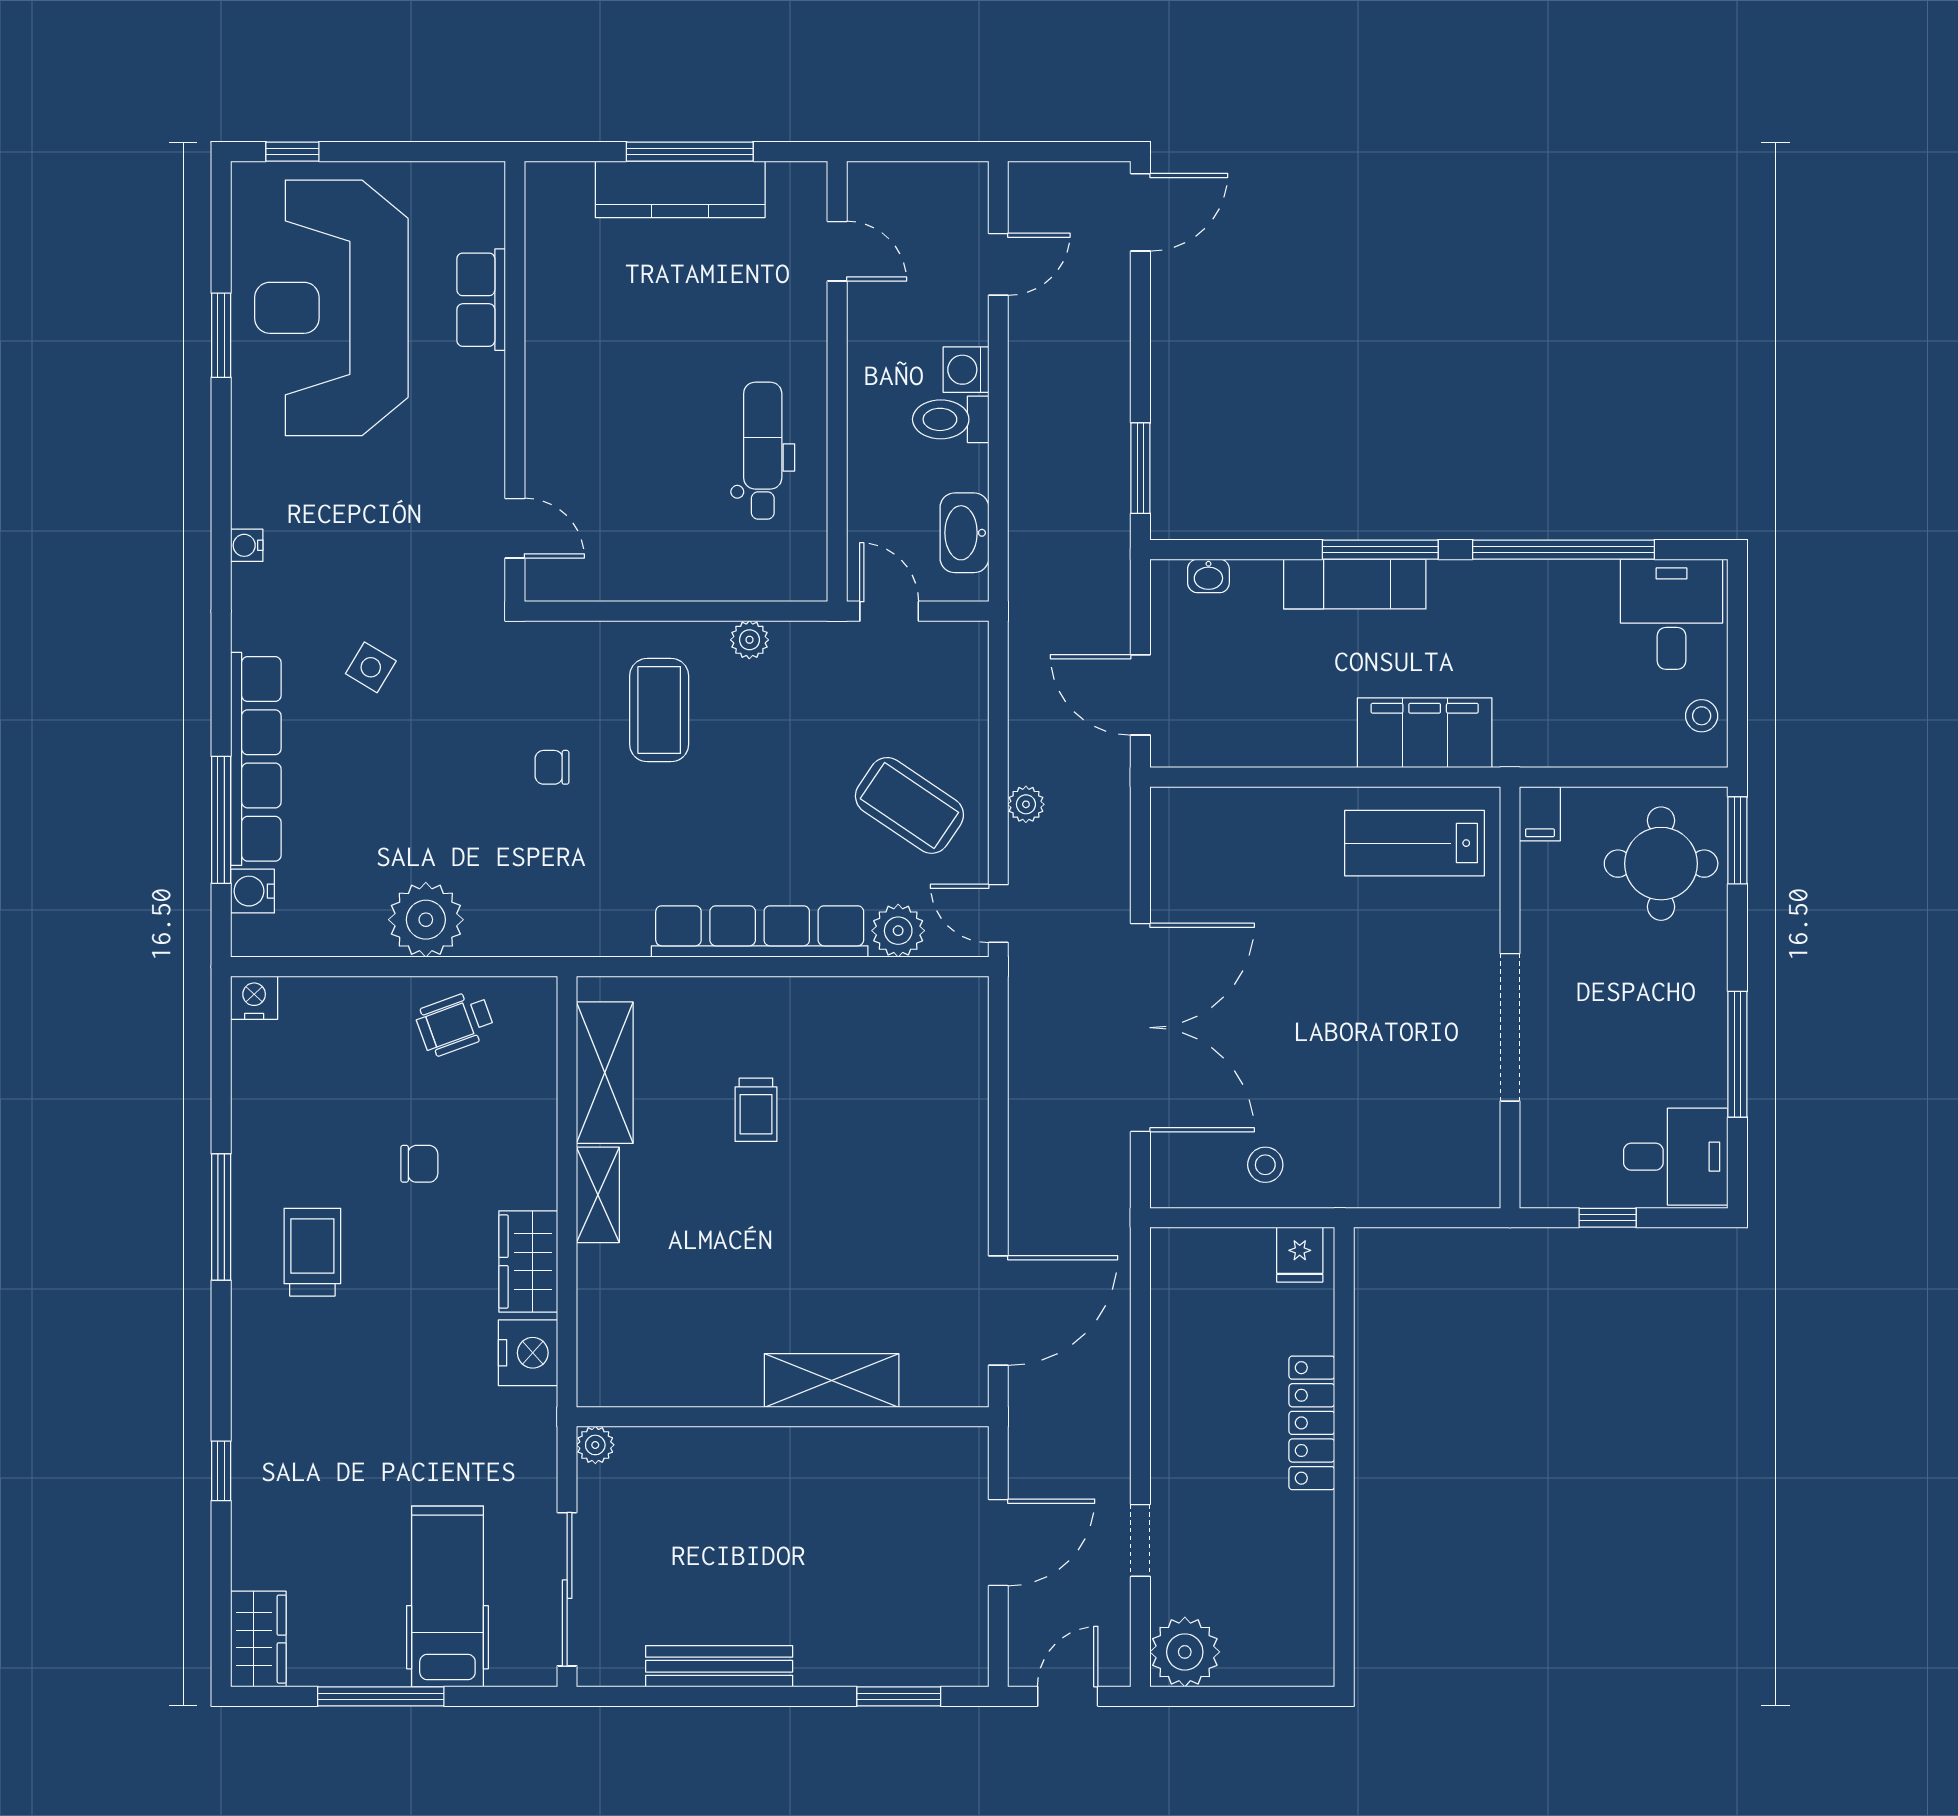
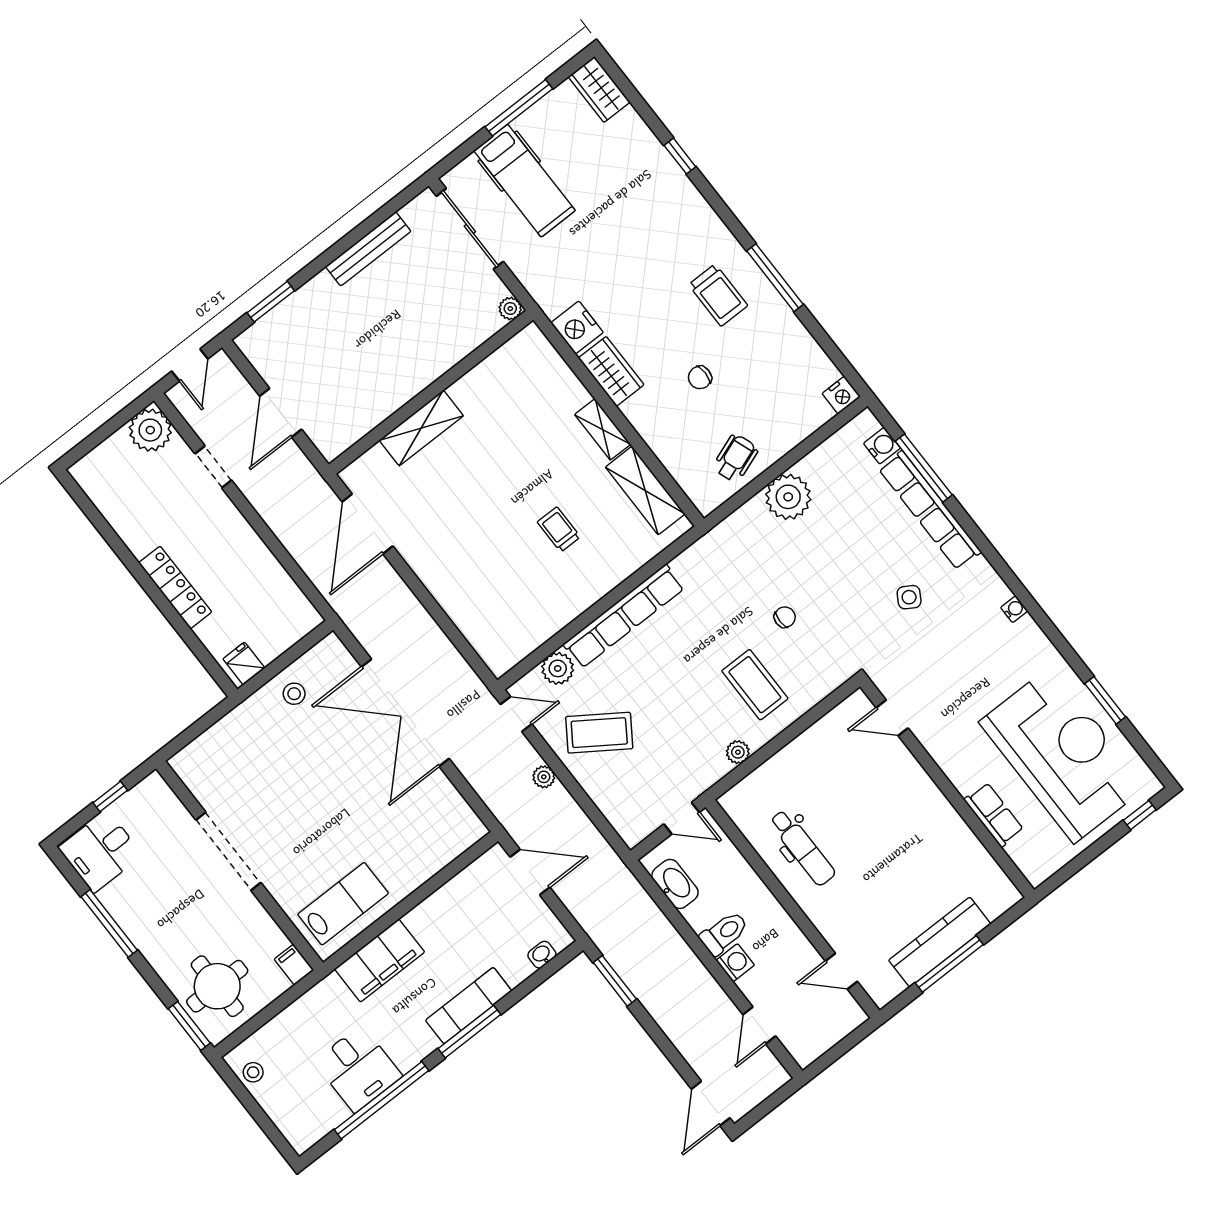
desk: (1672, 614) -> (358, 1069), moved

